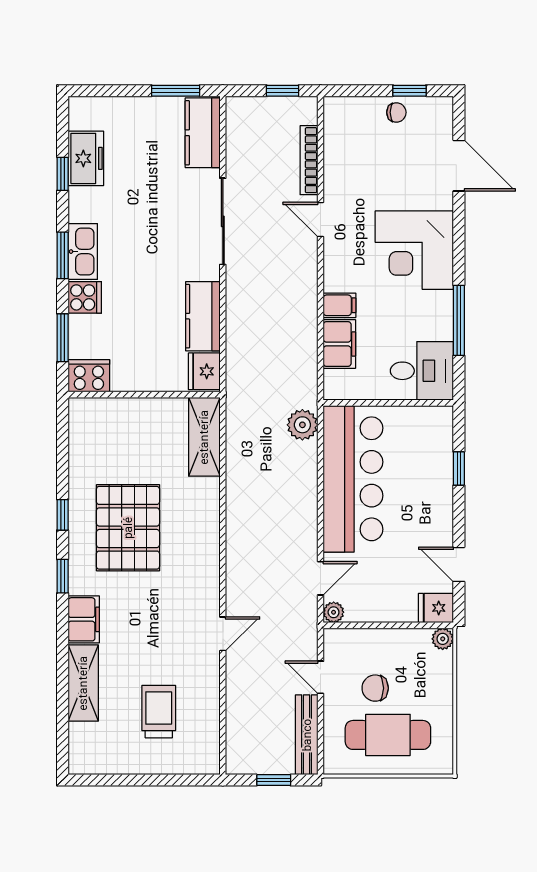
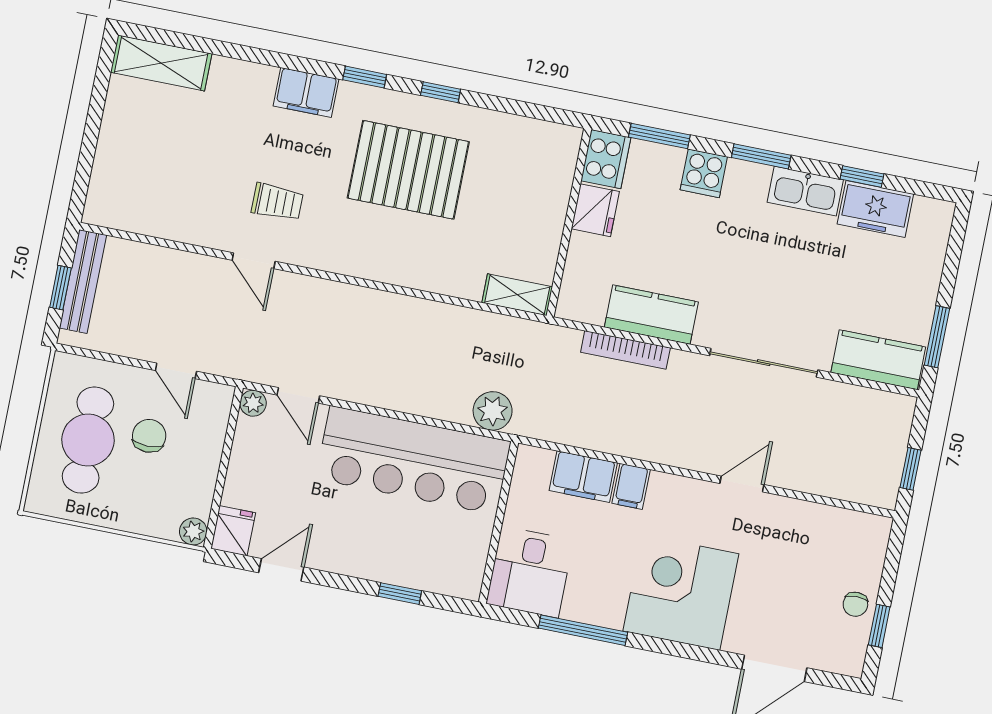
bookcase: (309, 160) -> (625, 350), moved, turned 180
kitchen sink: (83, 252) -> (805, 191), moved
fridge: (204, 371) -> (595, 210), moved, turned 90
shelving: (204, 437) -> (517, 295), width x0.67, depth x0.75
door: (320, 677) -> (176, 371), swing flipped
shelving: (83, 683) -> (161, 63), moved
trolley: (159, 712) -> (277, 202), moved, width x0.73, depth x0.72
bench: (307, 735) -> (83, 281), moved, turned 90

